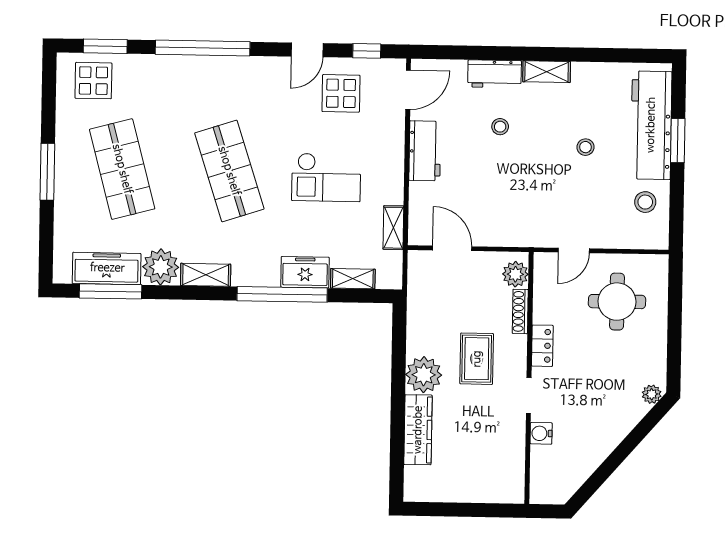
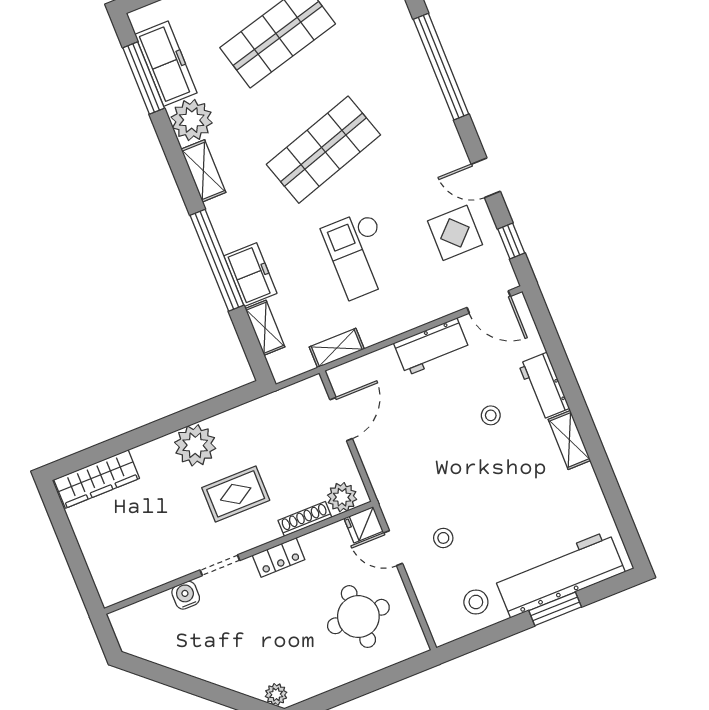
stool: (586, 147) -> (443, 538), moved
fridge: (545, 266) -> (364, 525), added
wardrobe: (418, 430) -> (97, 479), moved

